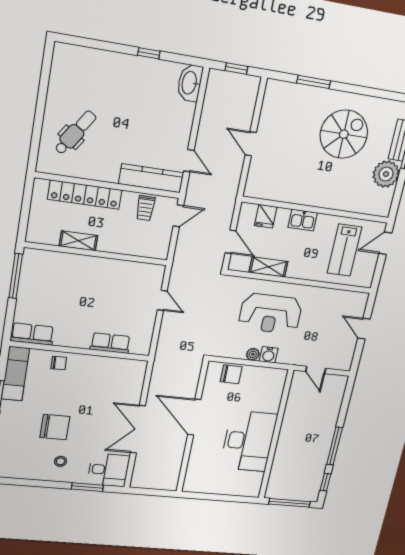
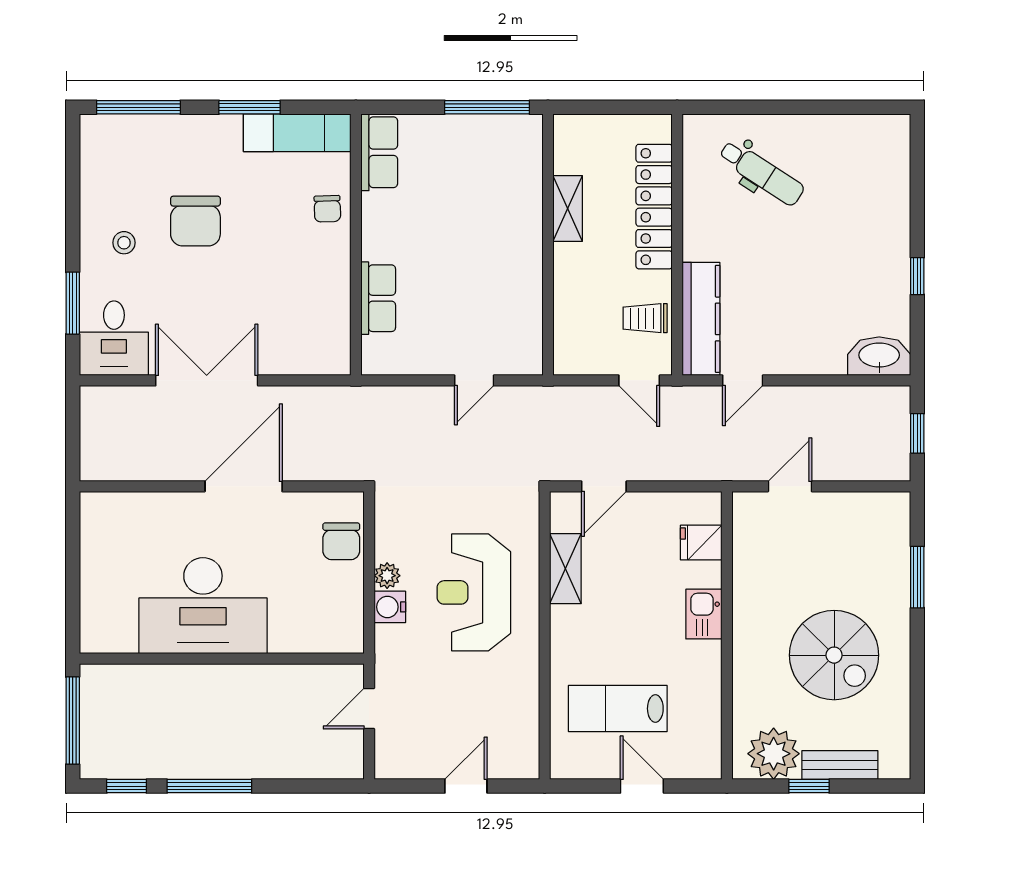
wall: (316, 210) -> (727, 635), moved
fridge: (266, 216) -> (701, 543), moved
kitchen sink: (303, 220) -> (704, 614), moved

